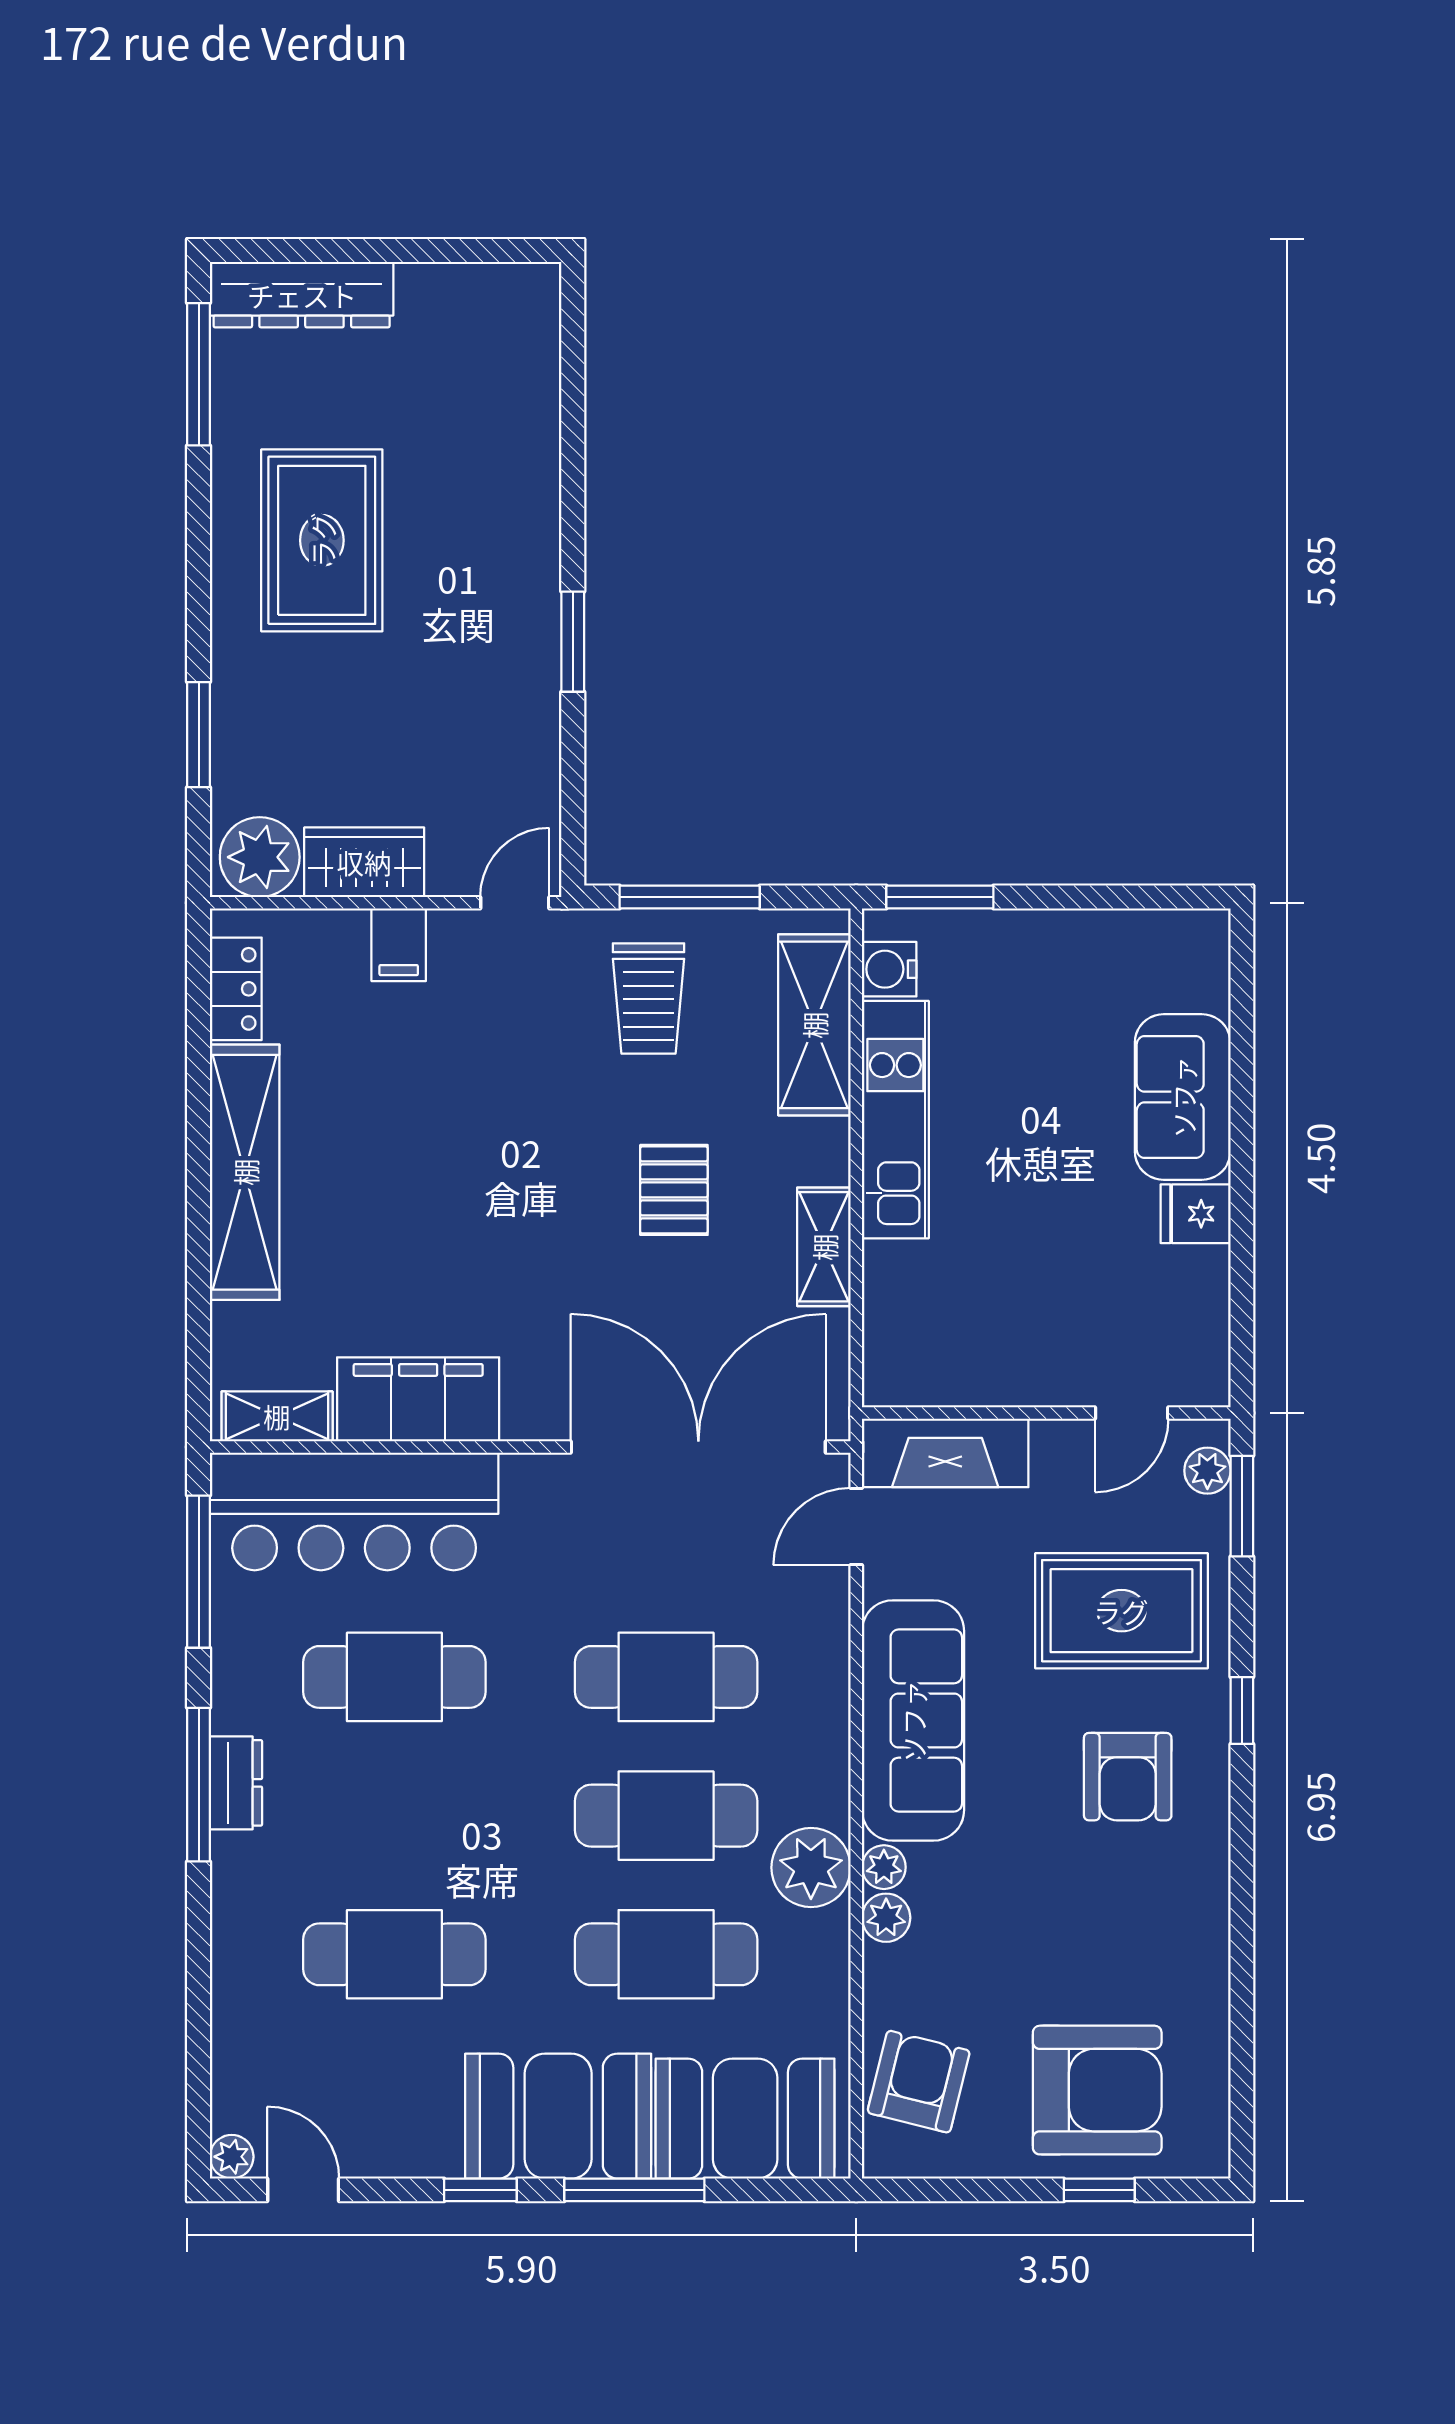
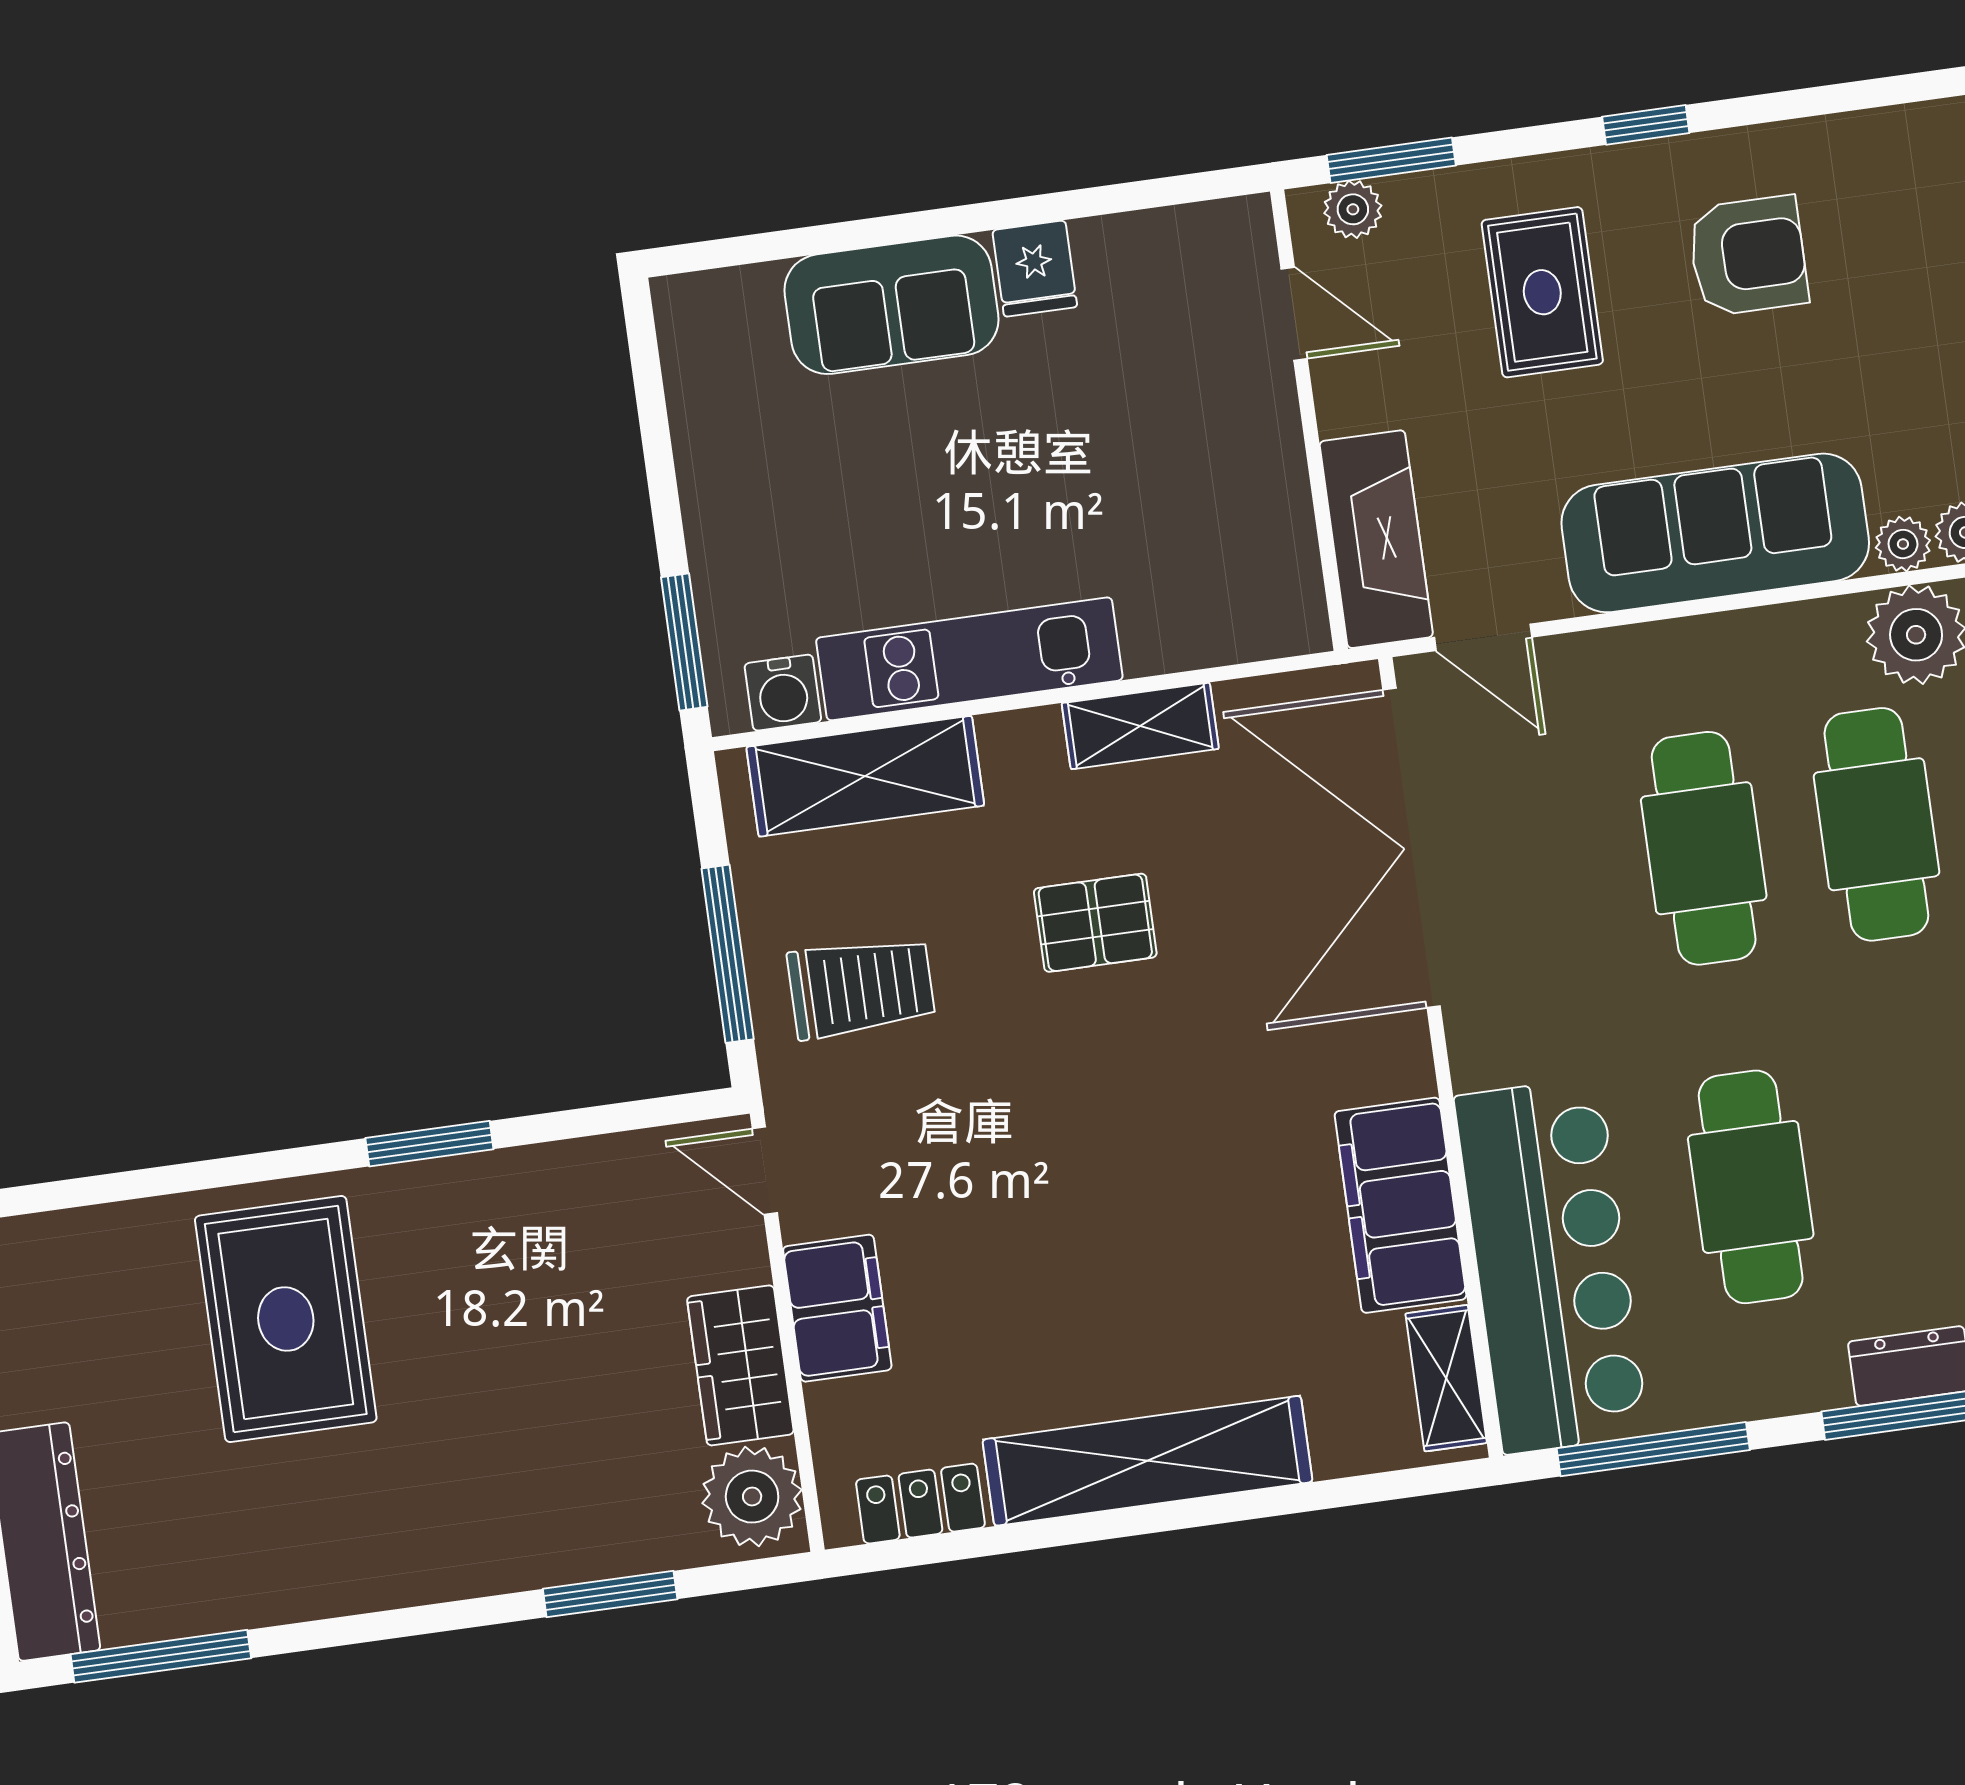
rug: (322, 540) -> (286, 1319), moved, turned 90
filing cabinet: (399, 945) -> (837, 1308), width x2.00
rug: (1121, 1611) -> (1542, 292), width x0.73, depth x0.70

